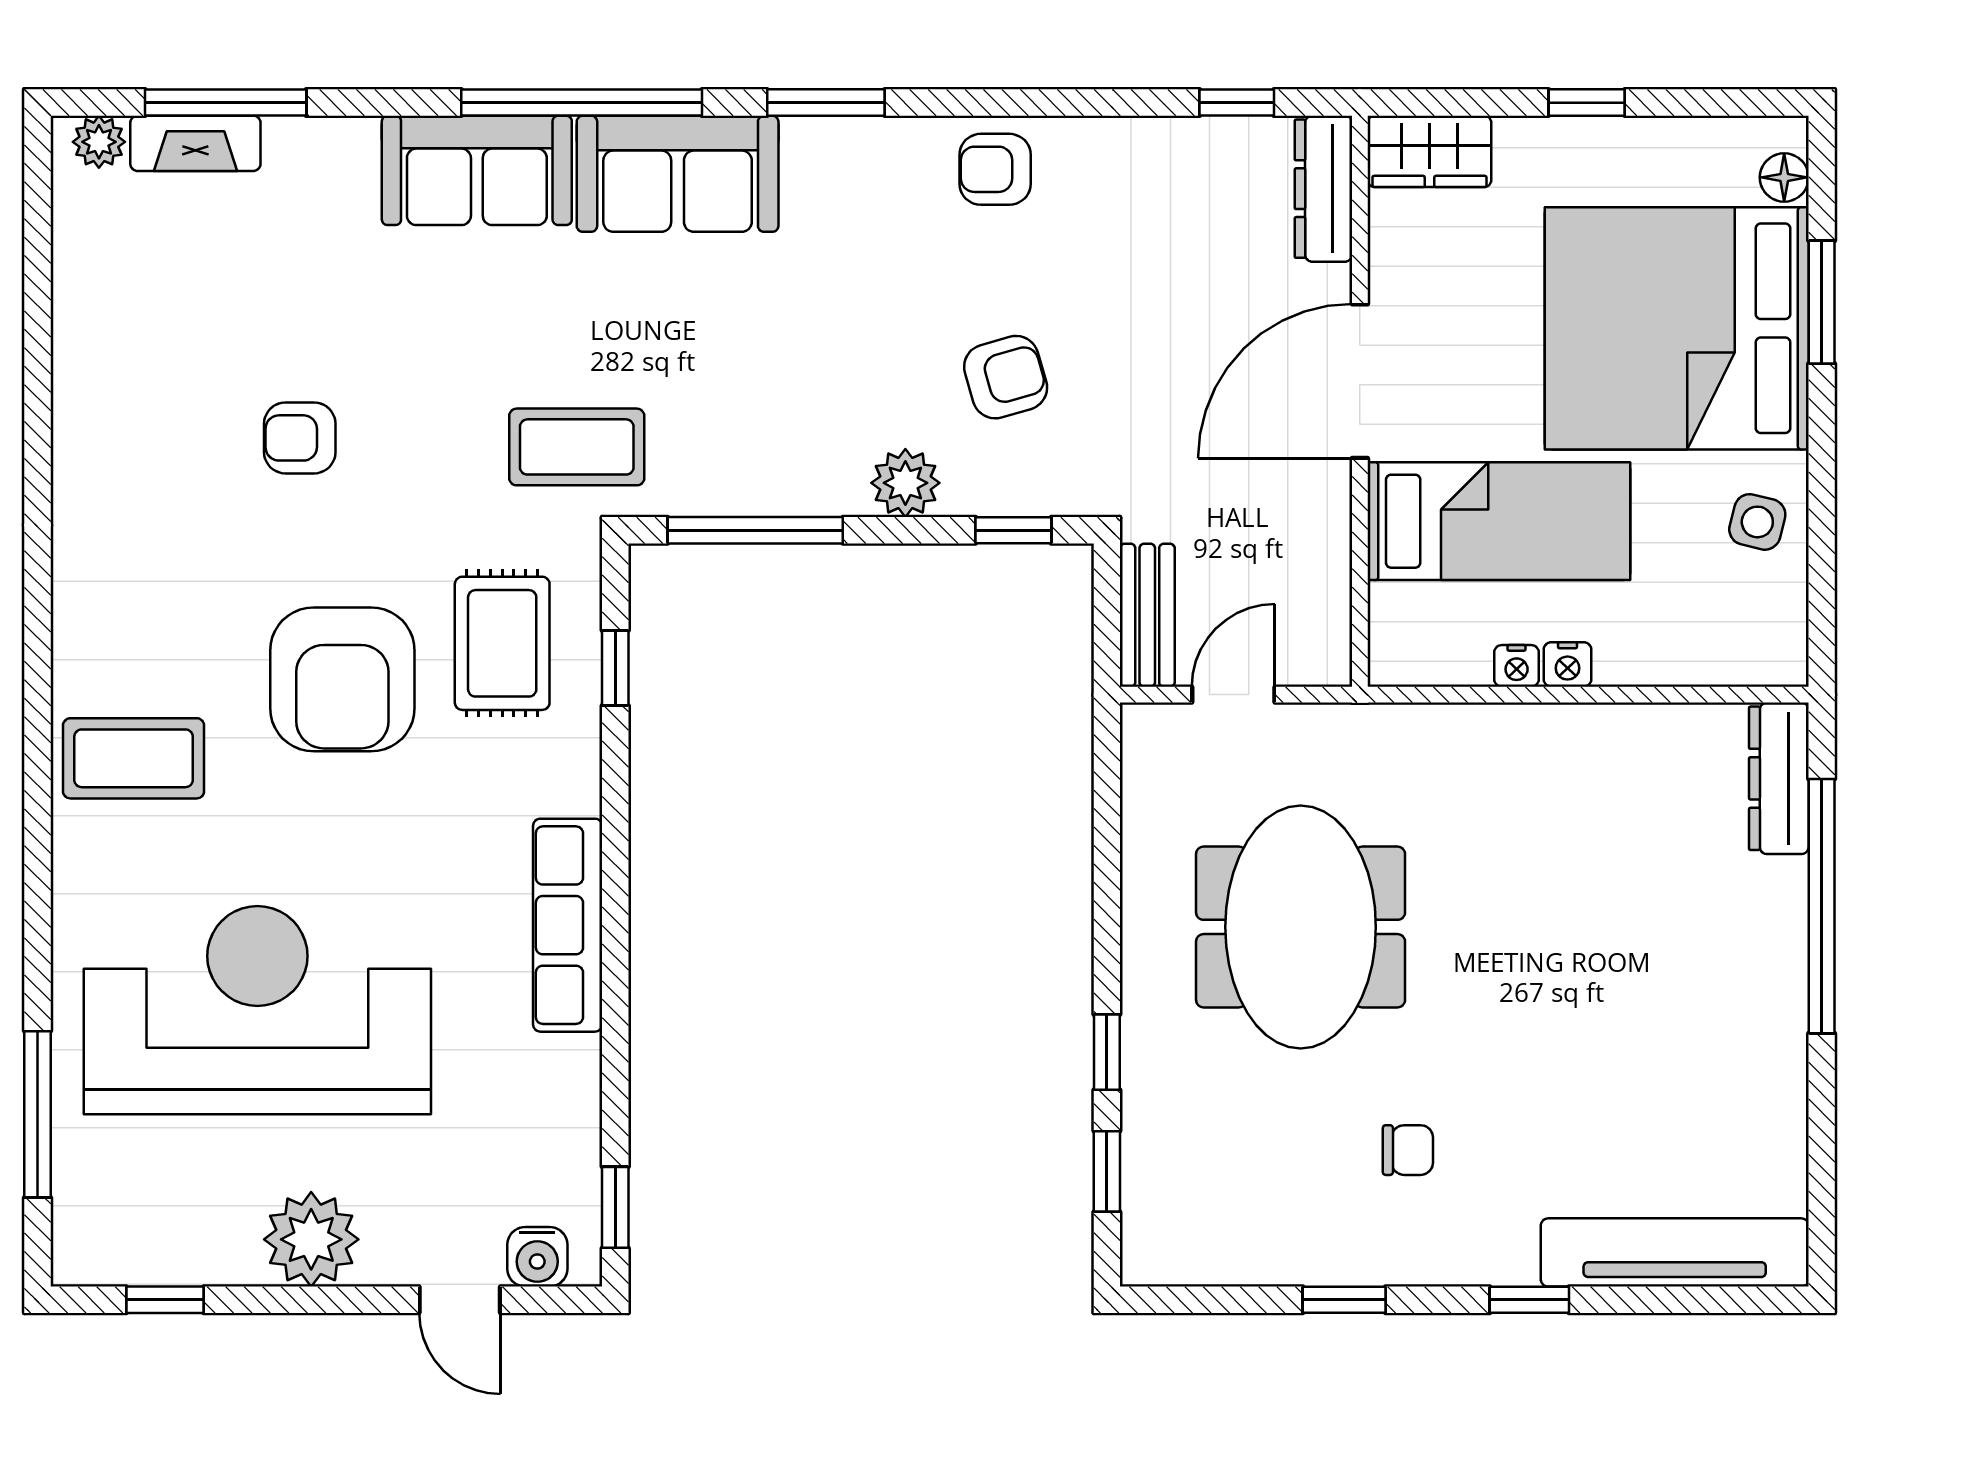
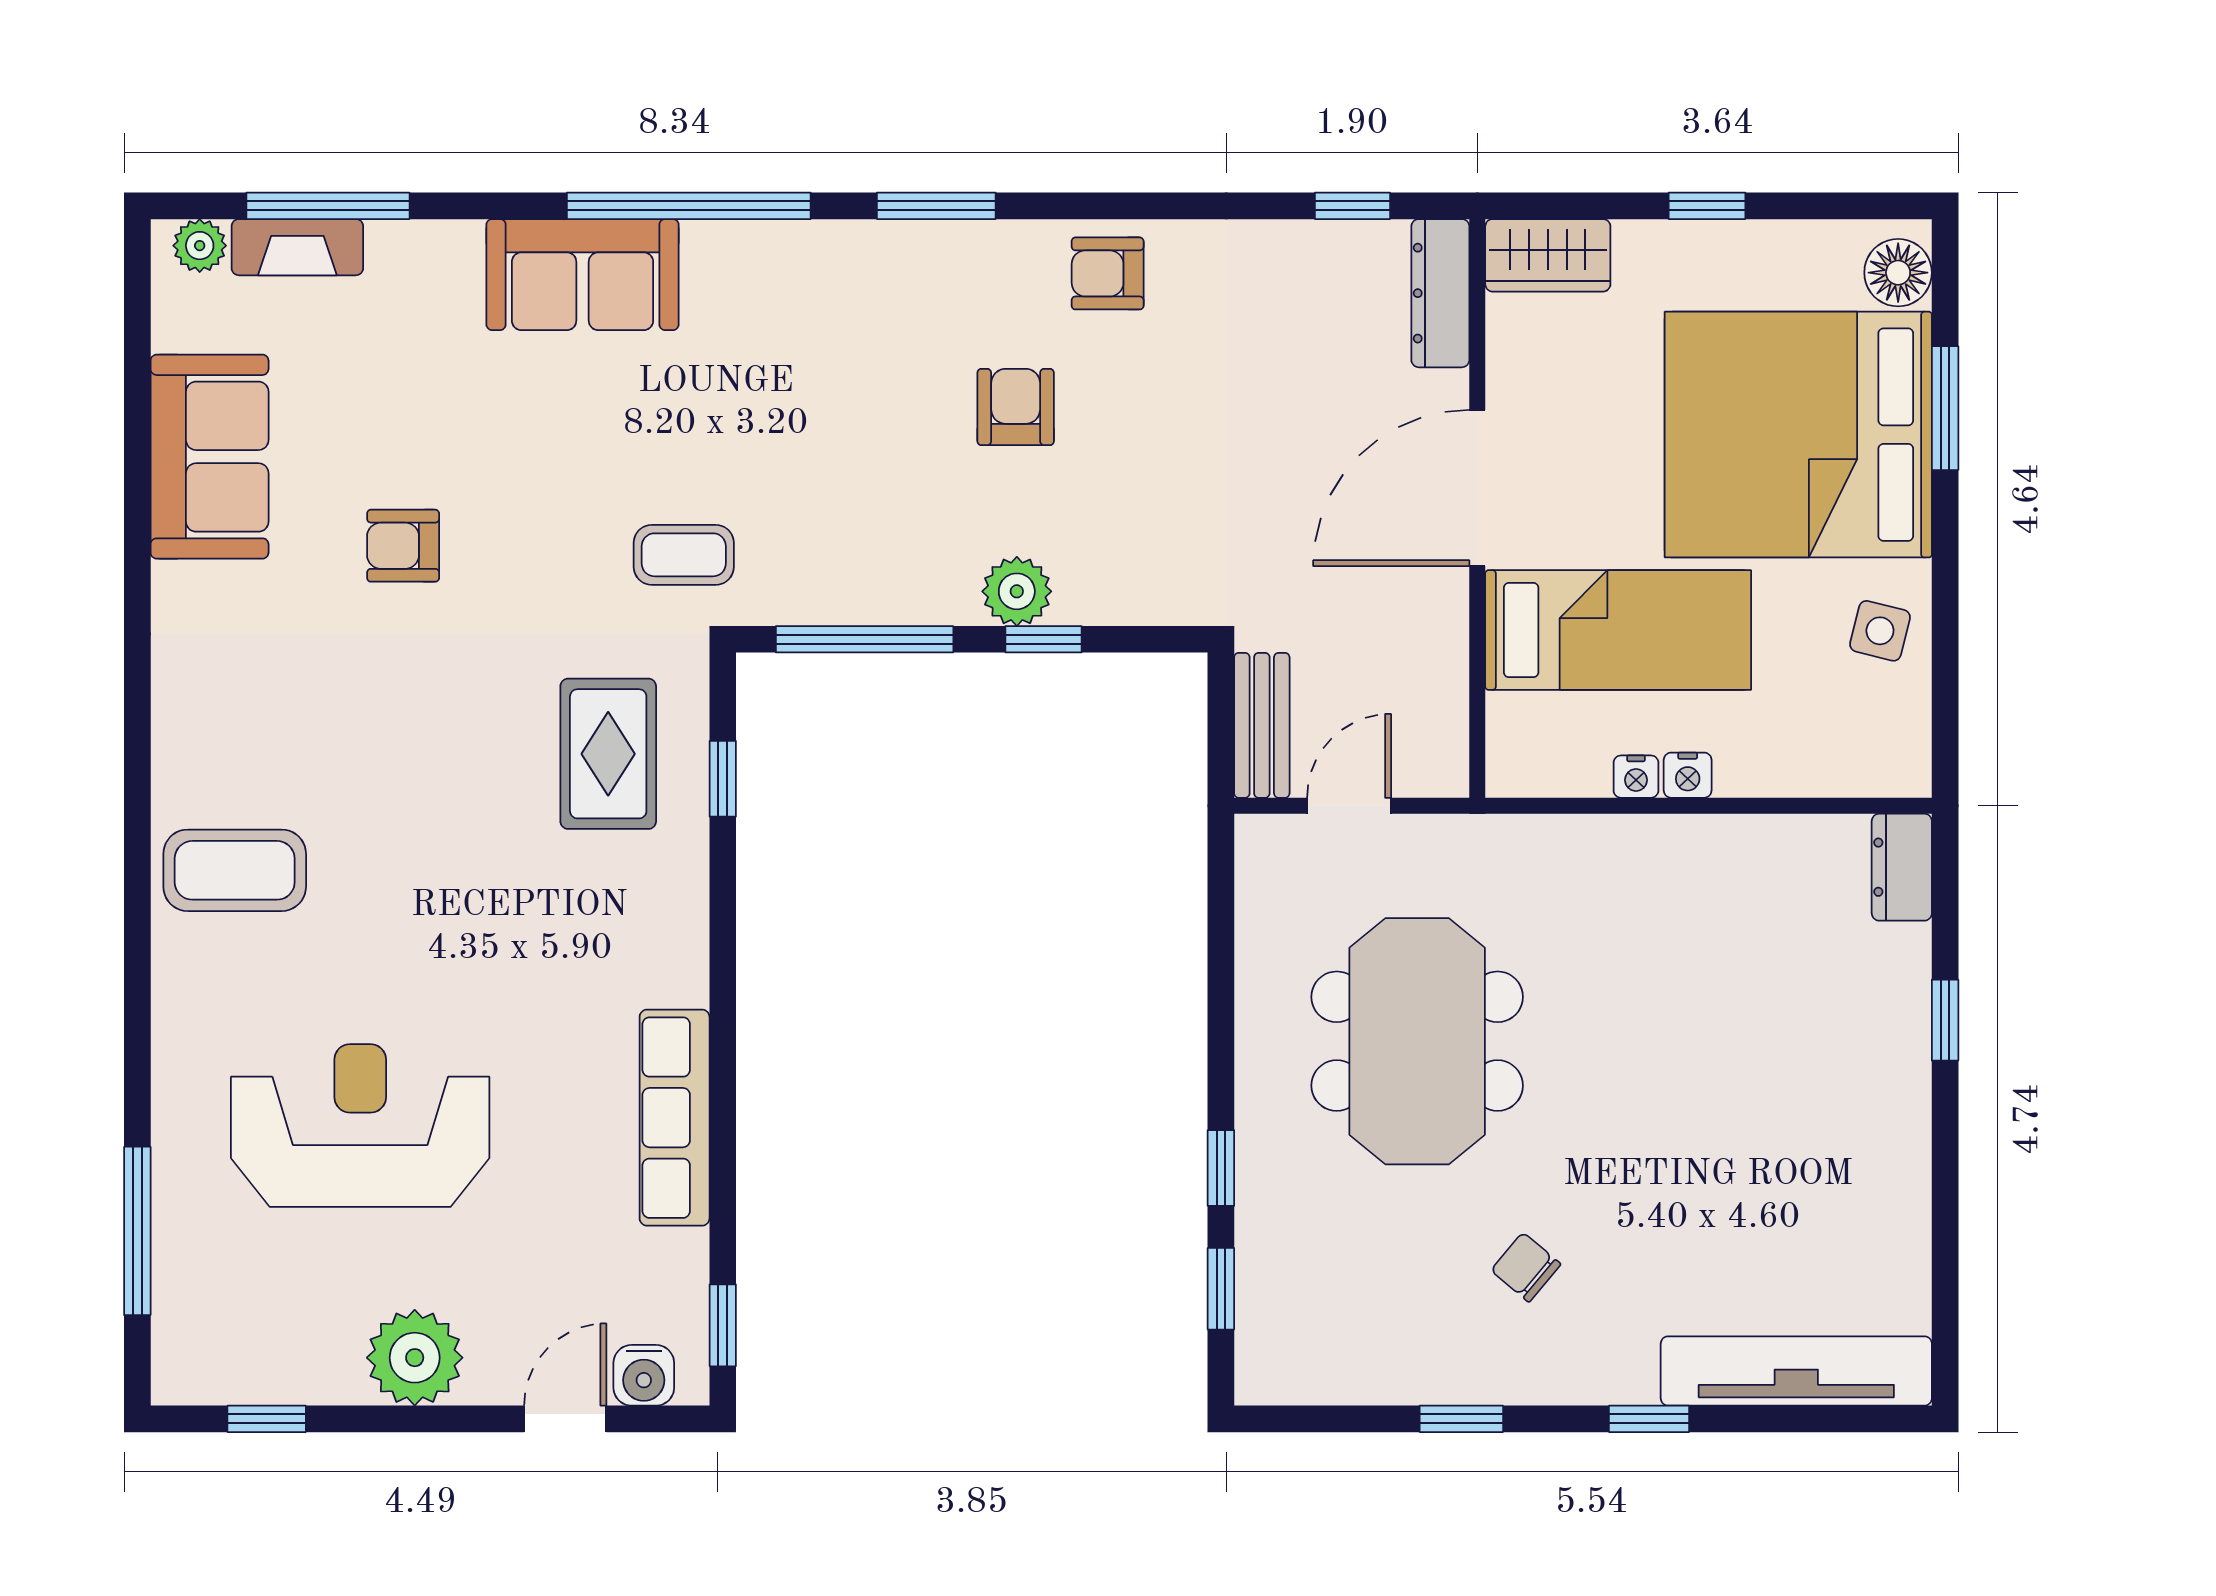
sofa: (678, 174) -> (210, 457), moved, turned -90
floor lamp: (1784, 177) -> (1898, 273), width x1.37, depth x1.37
armchair: (1006, 377) -> (1016, 407), moved, turned -74
coffee table: (577, 447) -> (684, 555), width x0.73, depth x0.77
window: (1013, 530) -> (1044, 639), moved
armchair: (342, 679) -> (446, 790), removed
dresser: (1779, 778) -> (1902, 867), width x0.70
window: (1822, 906) -> (1945, 1020), width x0.32
row of seats: (568, 925) -> (675, 1118), moved
reception desk: (257, 1010) -> (360, 1126), width x0.74, depth x0.77
chair: (1408, 1150) -> (1526, 1267), turned -140
door: (460, 1300) -> (565, 1419), swing flipped

